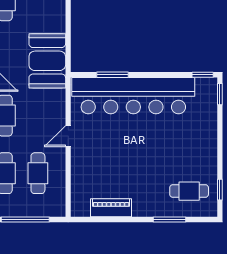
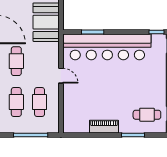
door: (68, 136) -> (61, 76), swing flipped
piano: (111, 208) -> (104, 127), moved

